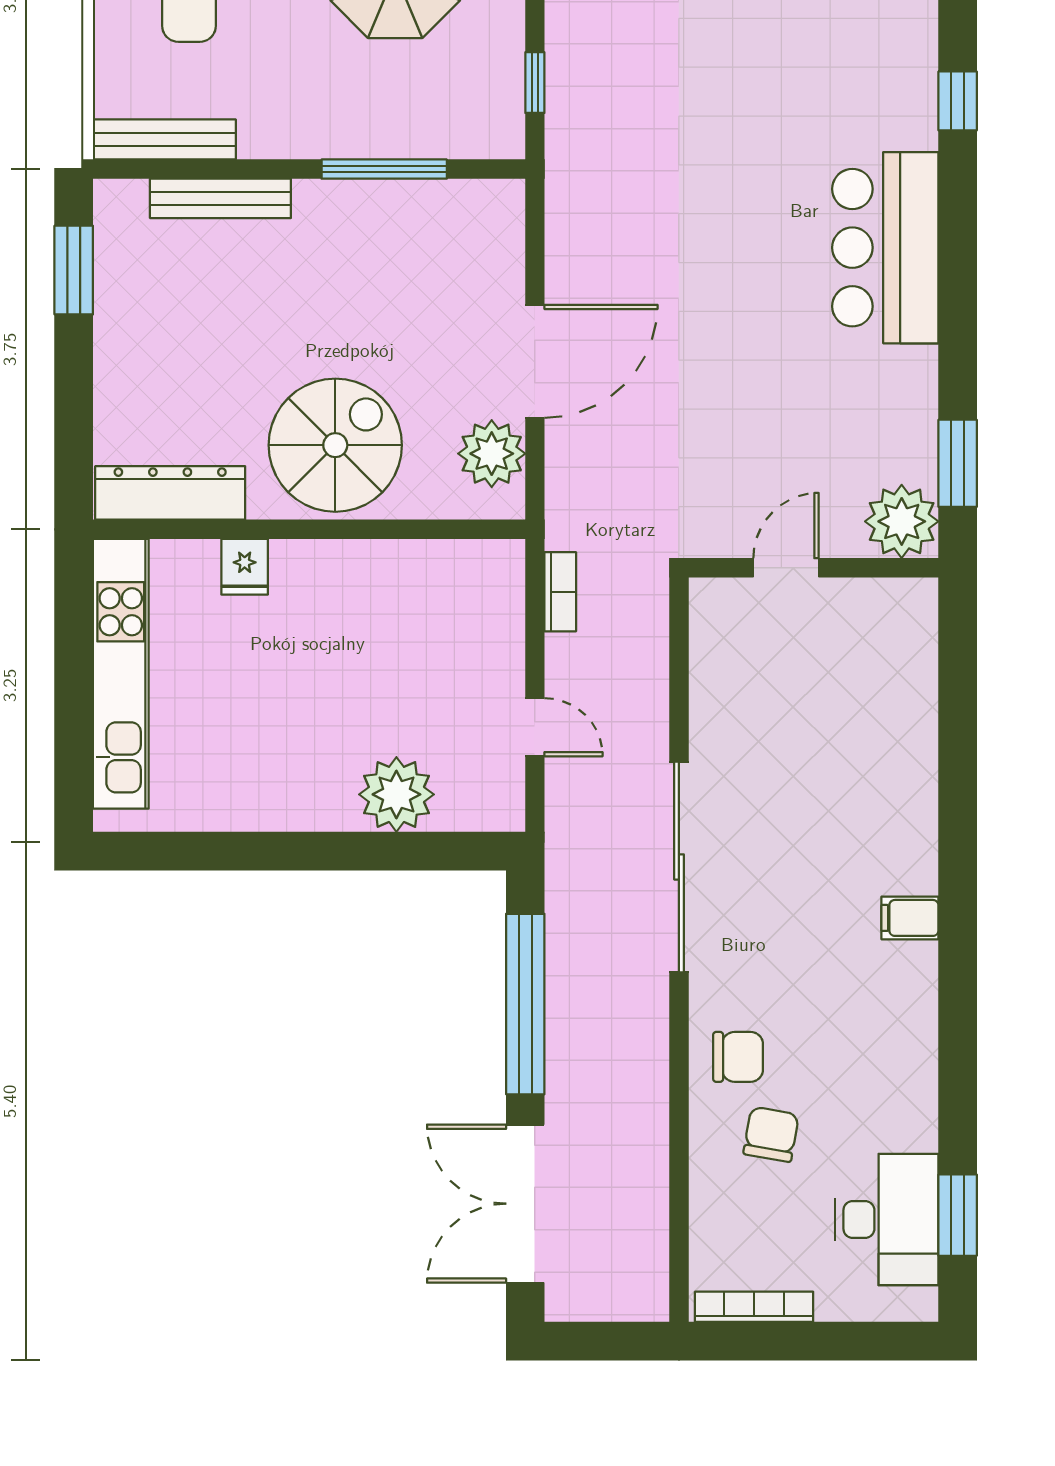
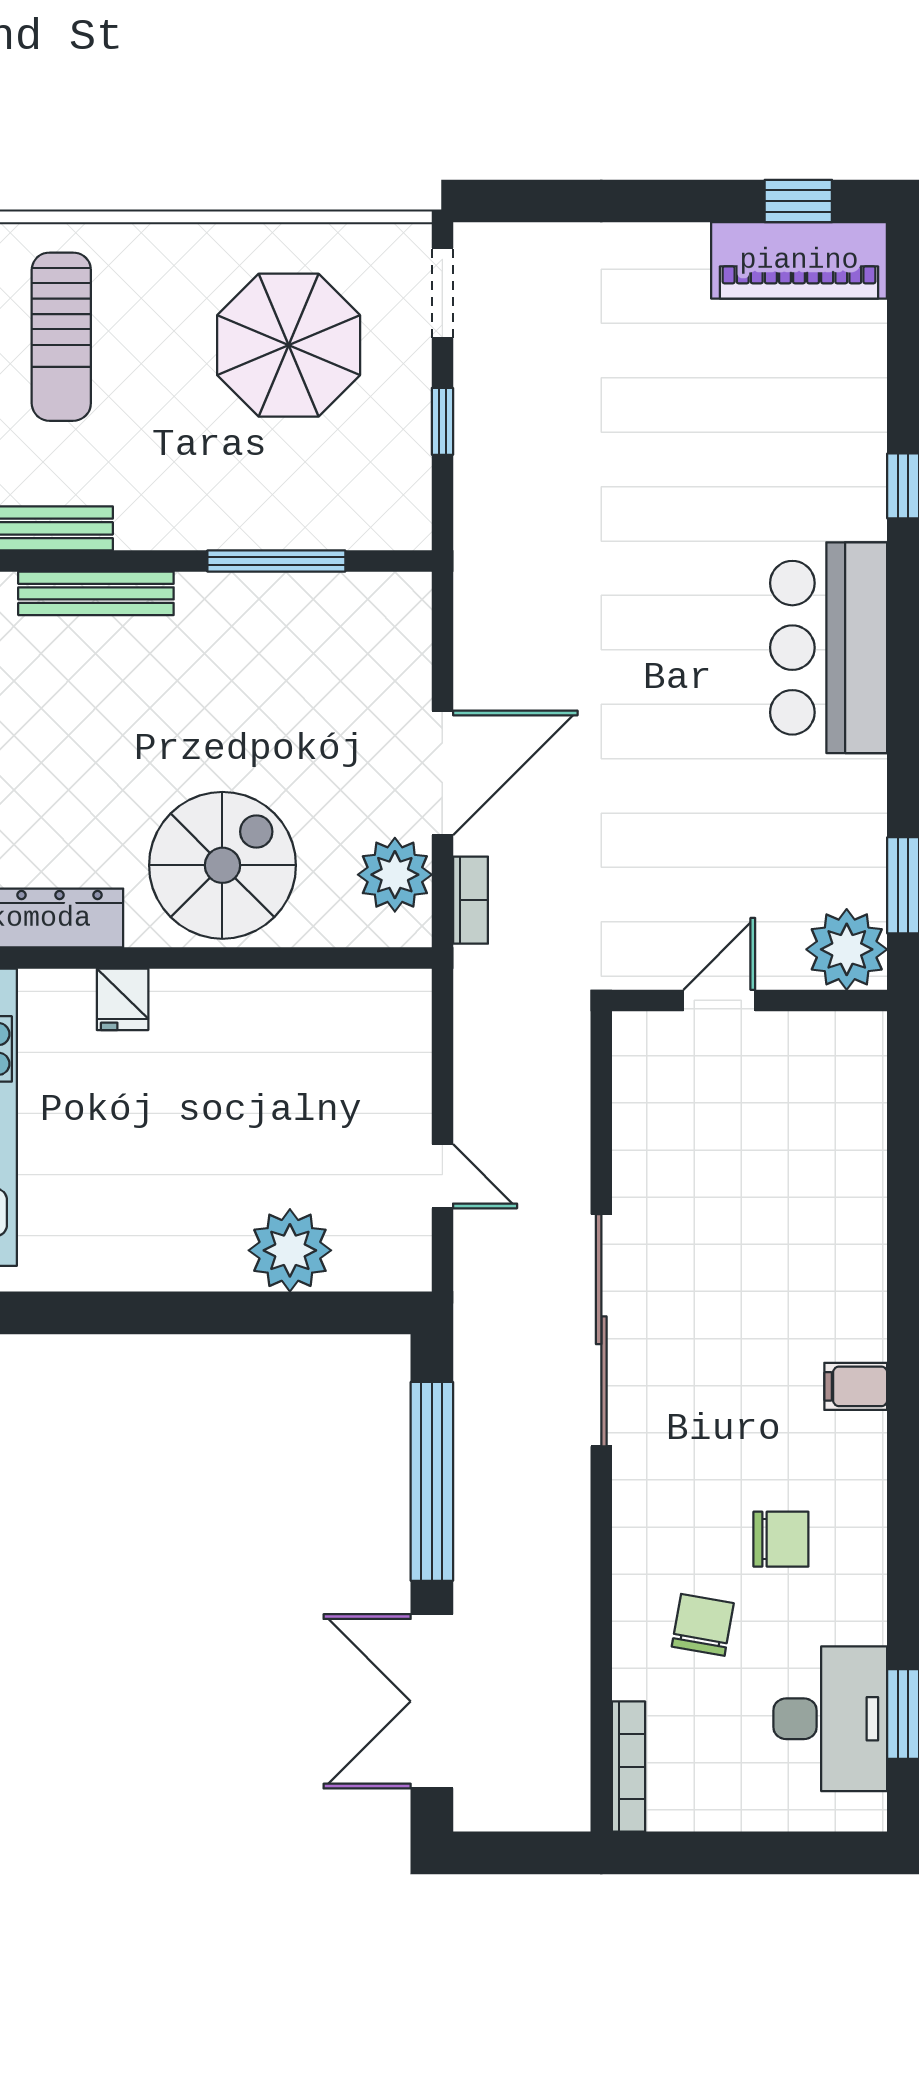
window: (535, 83) -> (442, 421), moved
bookcase: (560, 592) -> (470, 900), moved
chair: (738, 1057) -> (781, 1539), moved
bookcase: (754, 1307) -> (629, 1767), moved, turned 90

